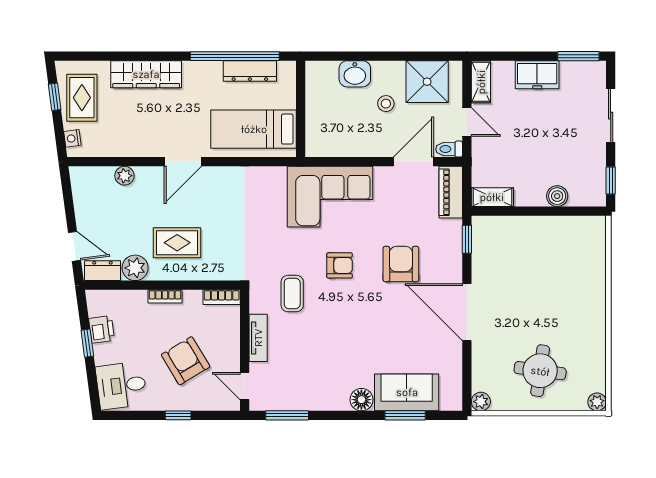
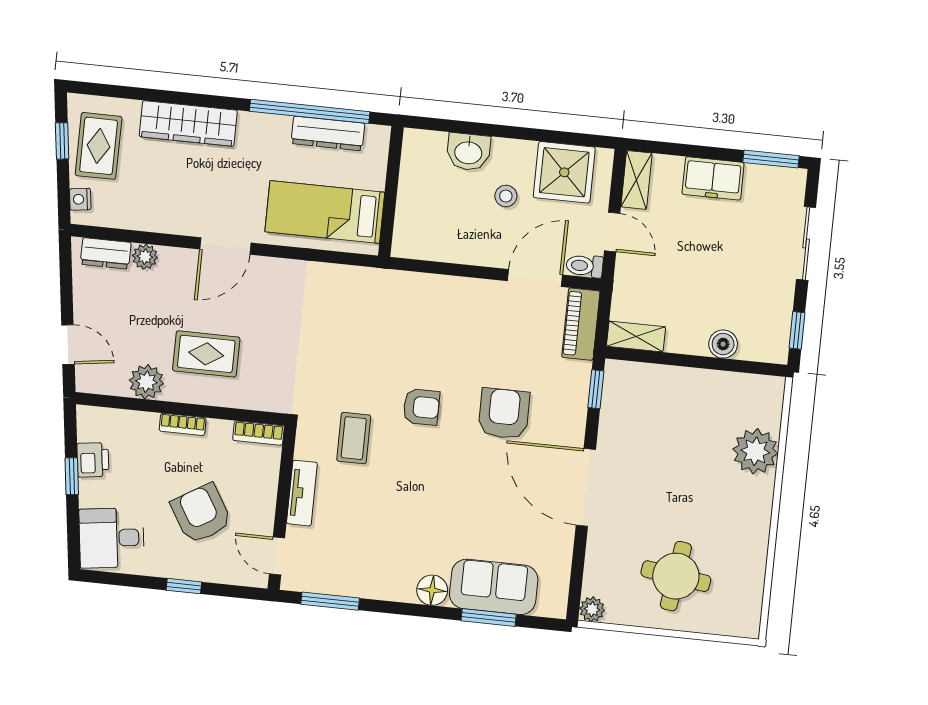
corner sofa: (330, 197) -> (418, 313), removed
dresser: (102, 271) -> (106, 253), moved, turned 180
plant: (597, 402) -> (755, 451), moved, width x1.88, depth x1.88

